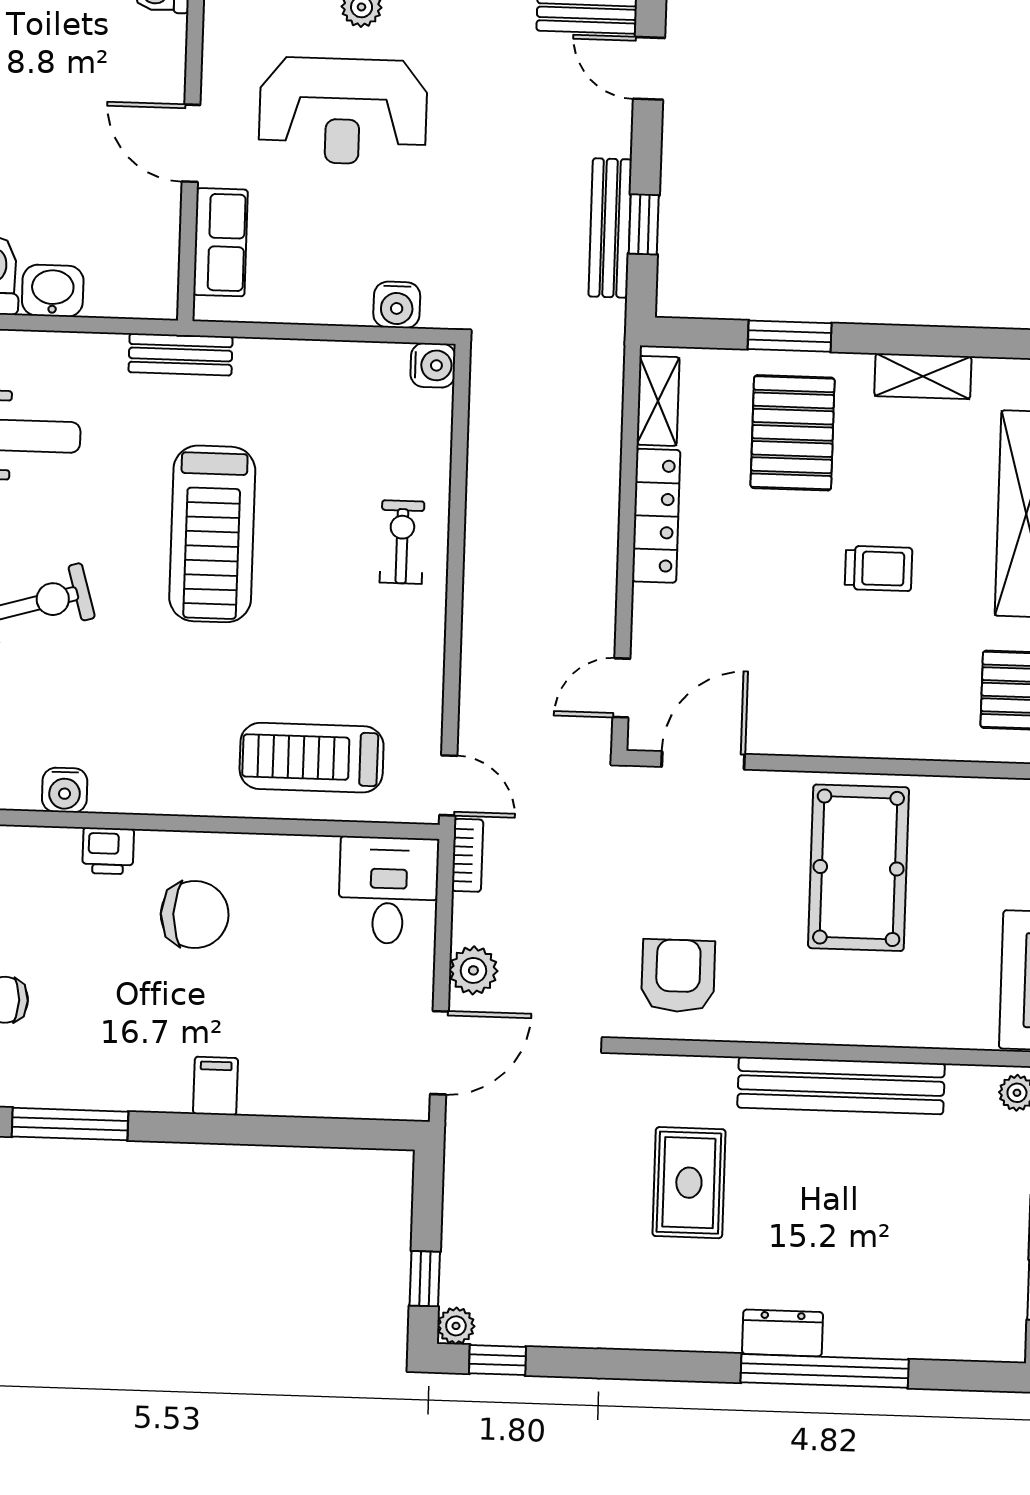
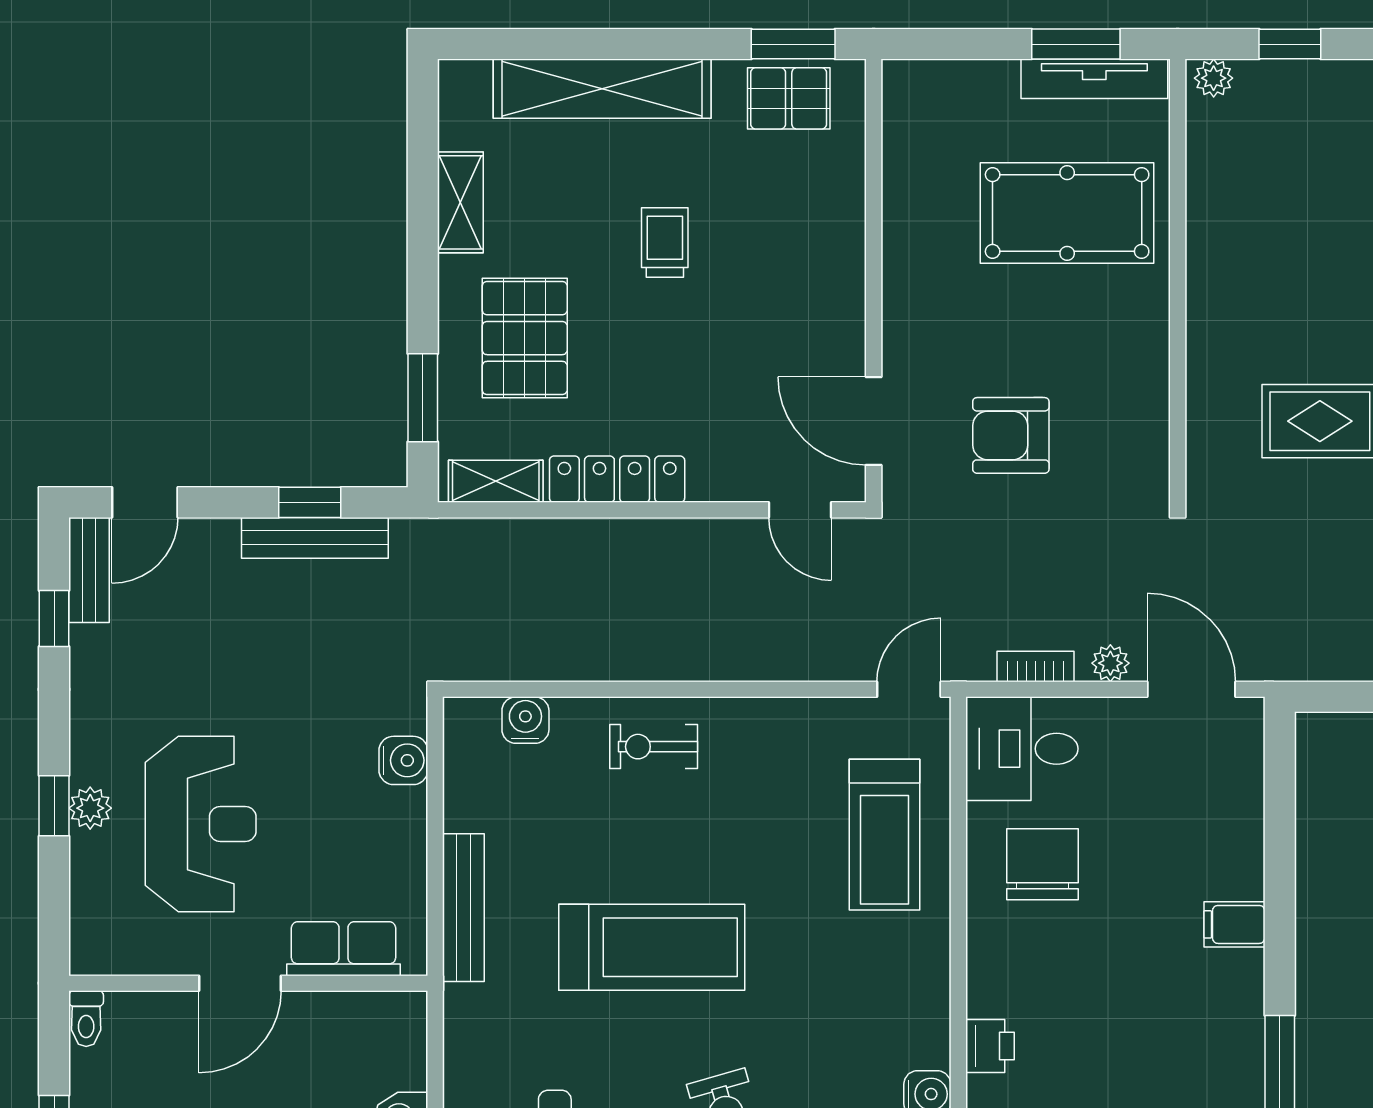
window: (790, 336) -> (423, 398), moved
bench: (181, 354) -> (463, 908), moved, width x1.36
water cooler: (433, 365) -> (525, 720), moved
pallet: (793, 433) -> (525, 338), turned 90
bookcase: (467, 855) -> (1036, 666), moved
pool table: (859, 868) -> (1067, 213), moved
chair: (195, 914) -> (1042, 864), moved
plant: (473, 970) -> (1110, 663), width x0.73, depth x0.73
armchair: (678, 976) -> (1011, 435), moved
bench: (841, 1086) -> (1212, 264), removed

